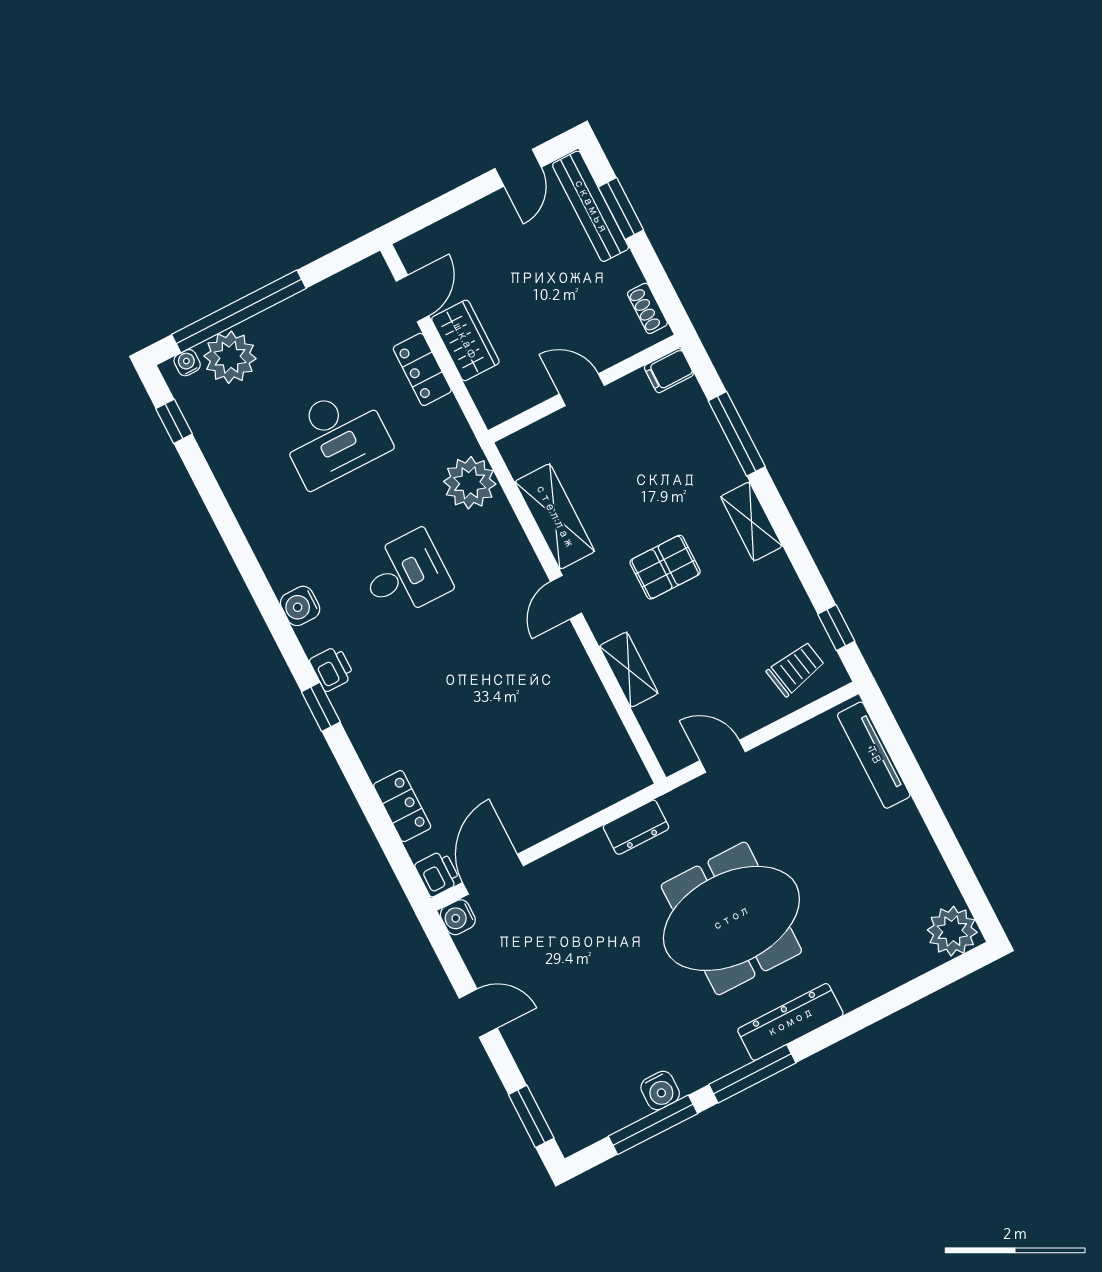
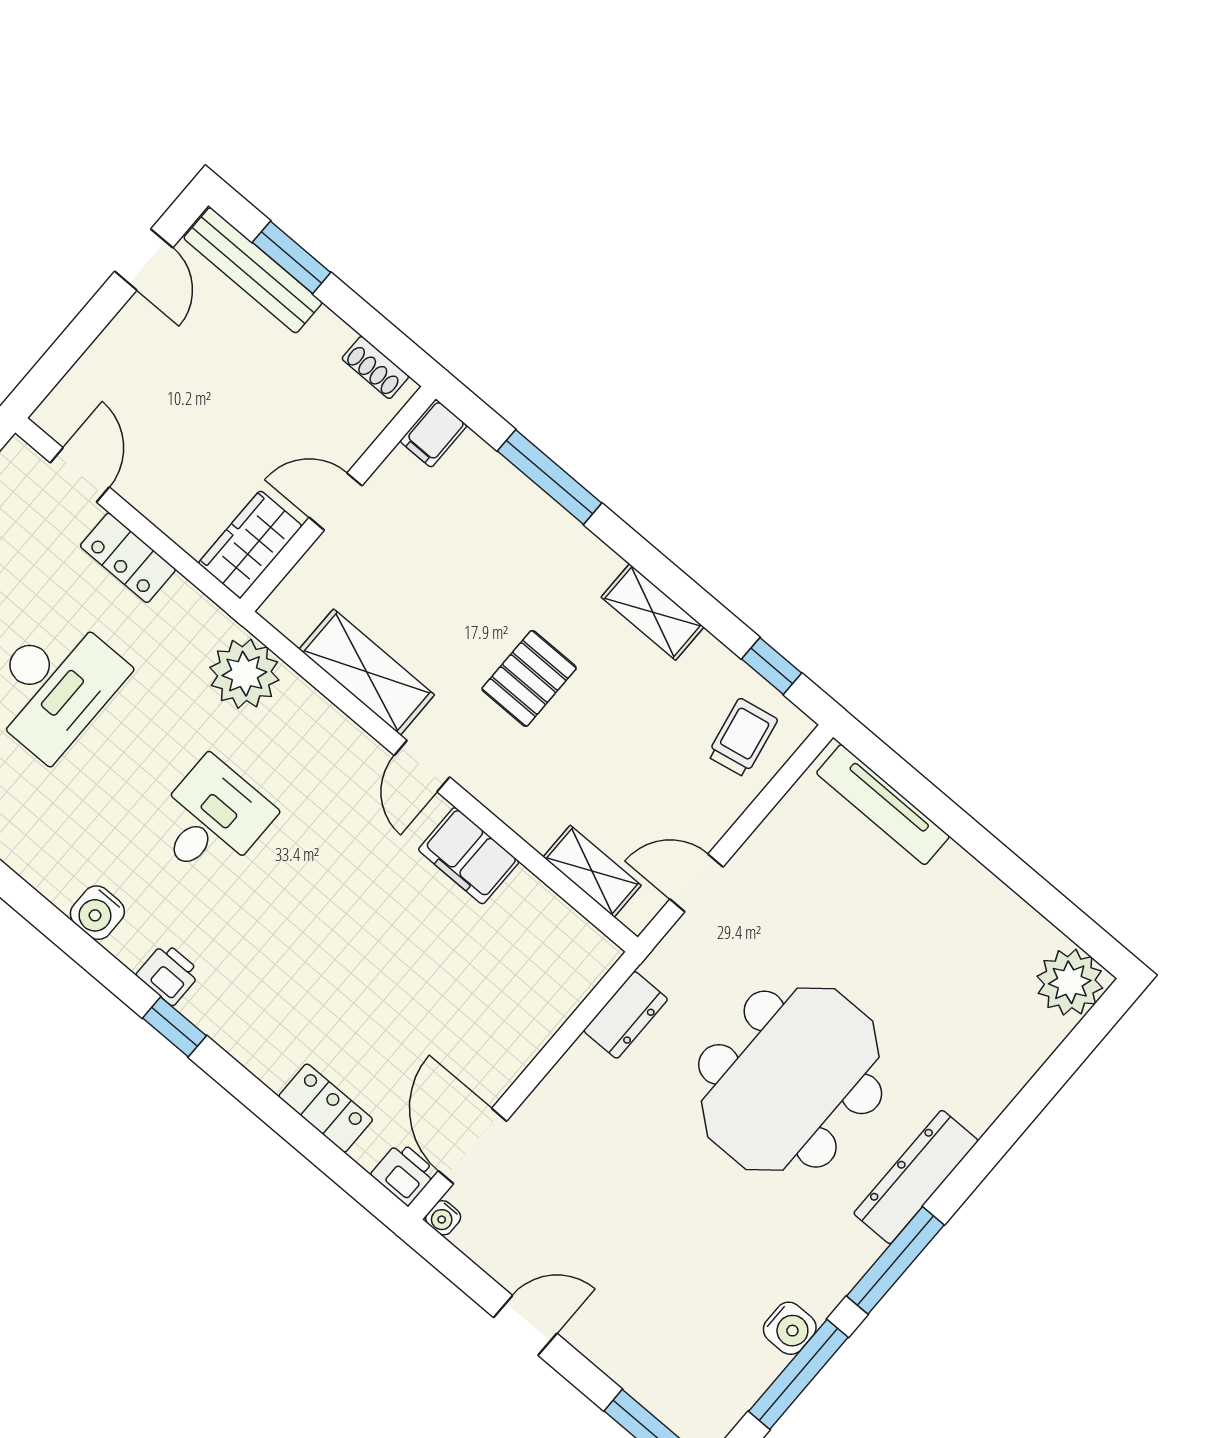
wardrobe: (465, 340) -> (250, 545), moved, turned -90
shelving: (751, 521) -> (653, 612), moved
shelving: (629, 670) -> (592, 871), moved
filing cabinet: (573, 672) -> (469, 856), added
water cooler: (458, 917) -> (443, 1218), width x0.72, depth x0.72

